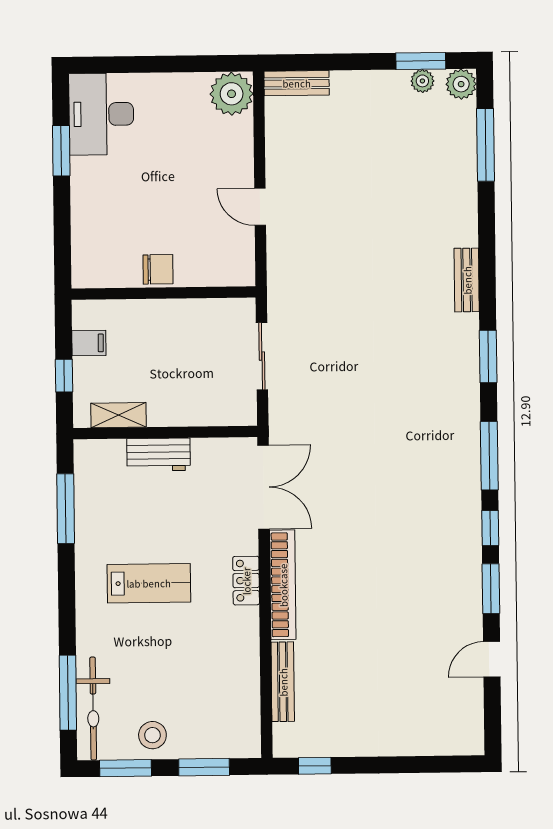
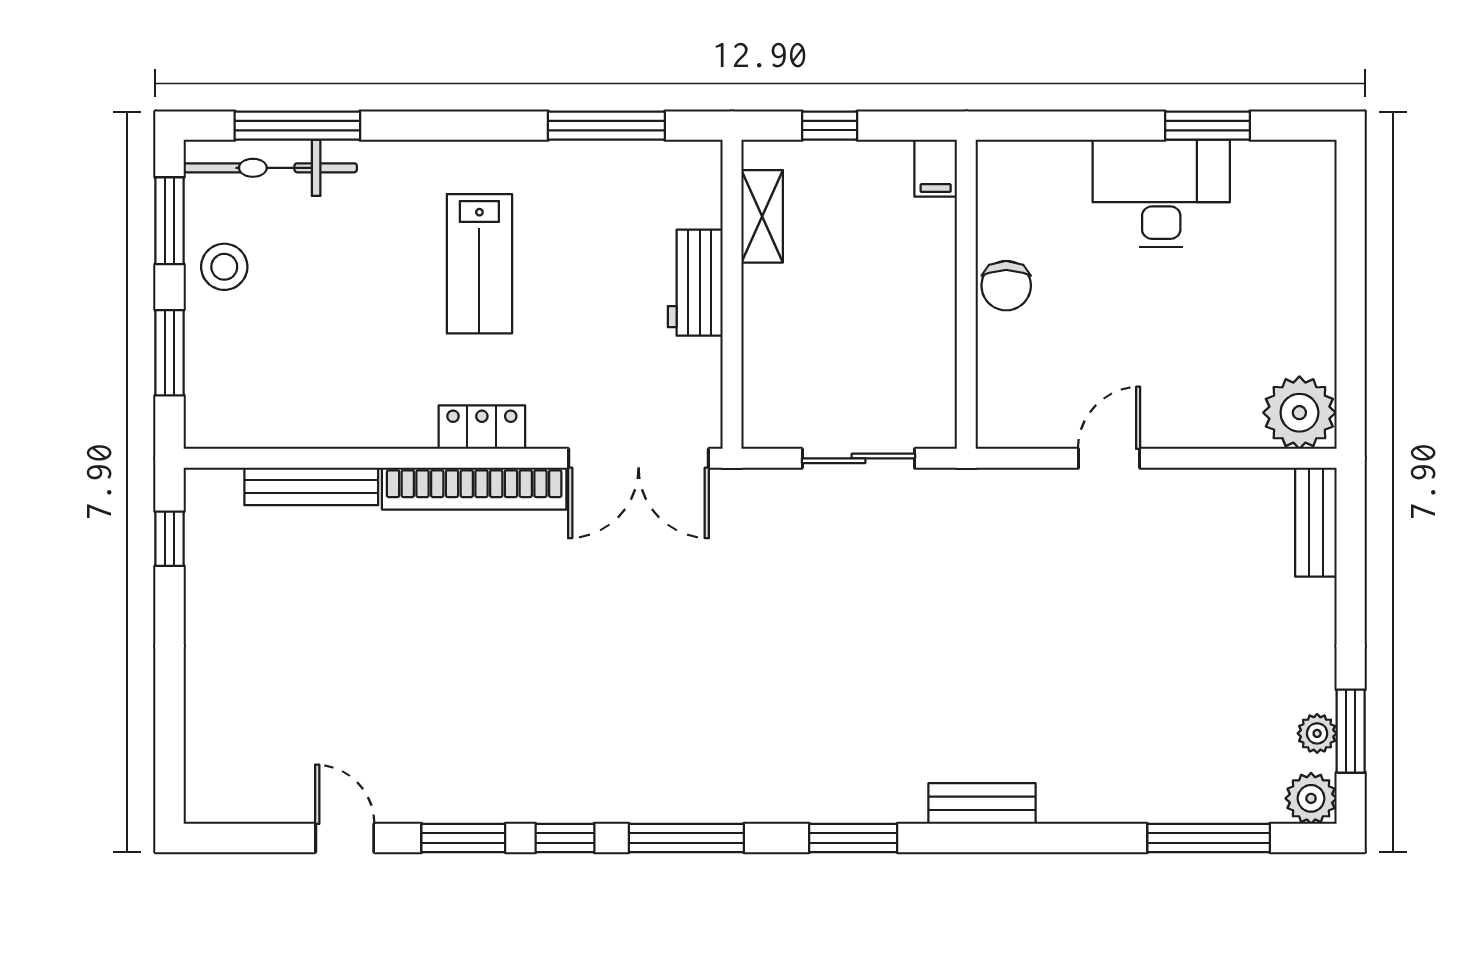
desk: (101, 114) -> (1161, 194), moved
filing cabinet: (89, 343) -> (936, 168), moved

